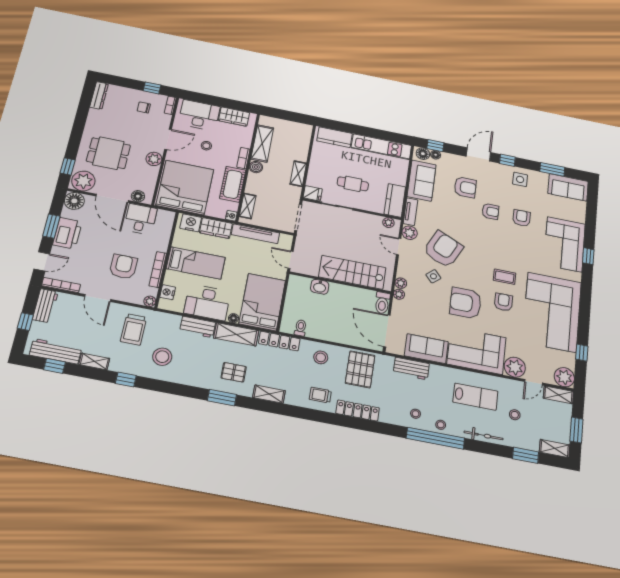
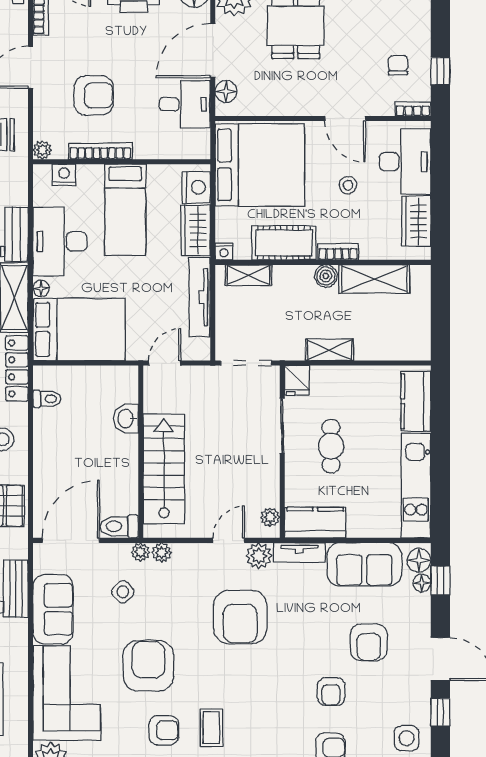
plant: (154, 159) -> (302, 103), removed
armchair: (443, 249) -> (240, 617), turned 65
side table: (433, 276) -> (123, 592), moved

